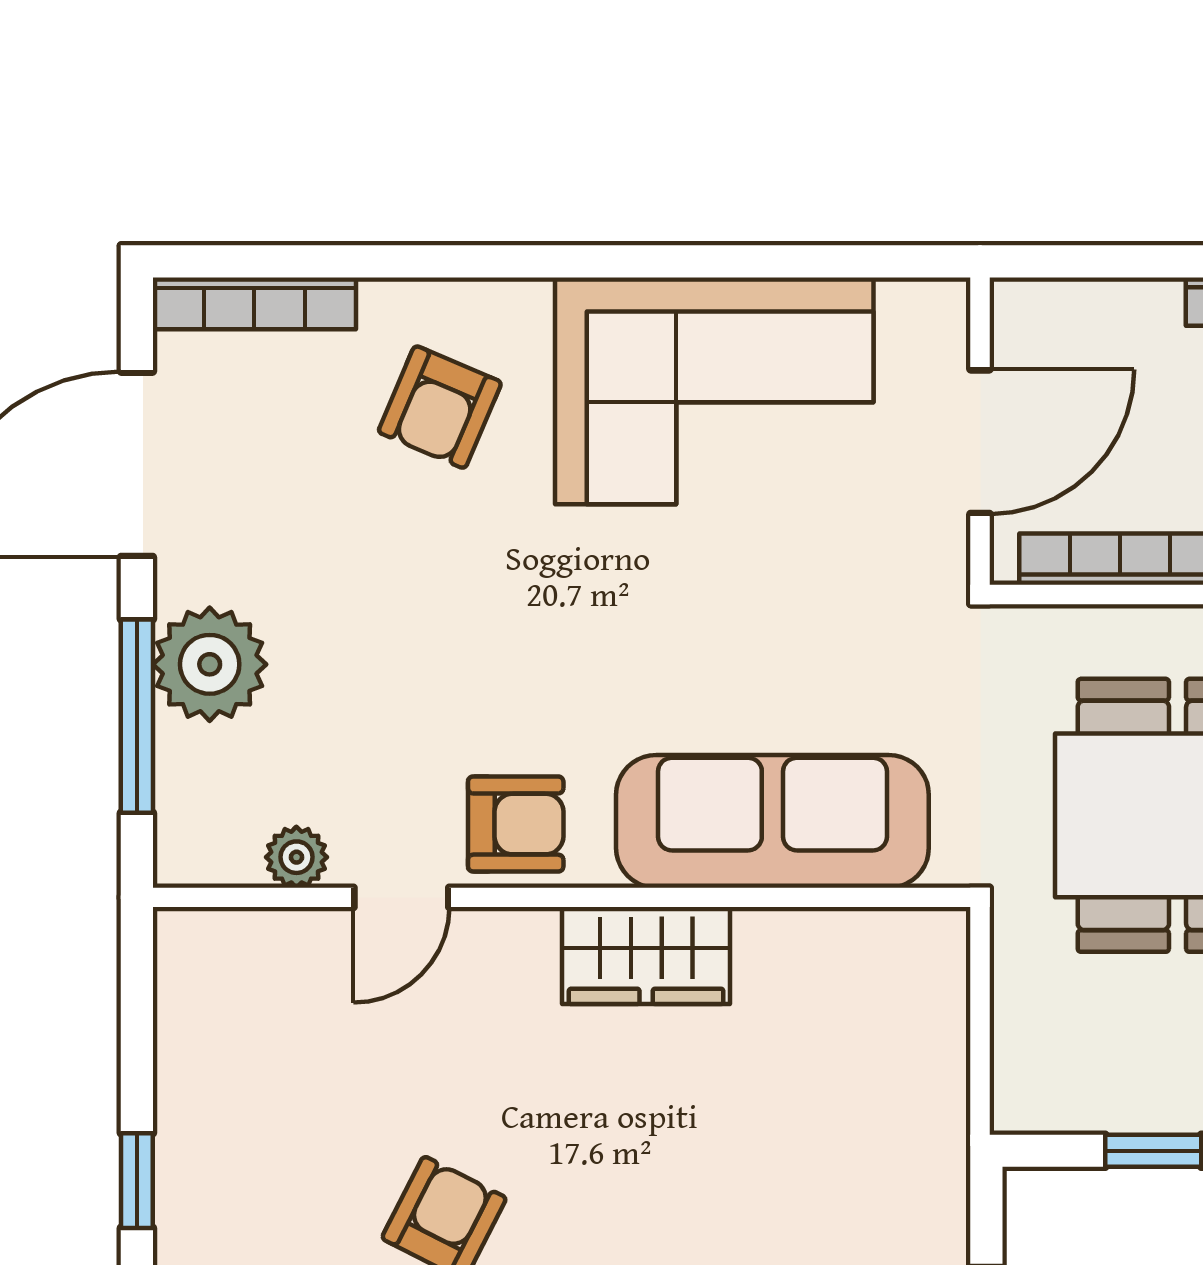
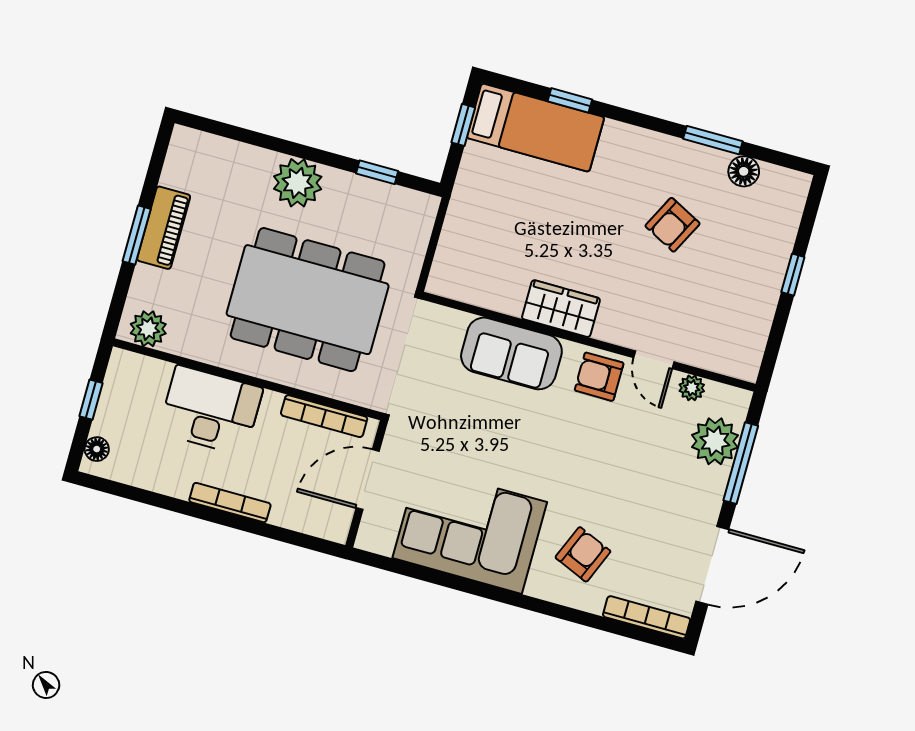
plant: (210, 664) -> (715, 441), moved
sofa: (772, 821) -> (511, 353), width x0.73
door: (401, 897) -> (654, 360), swing flipped

